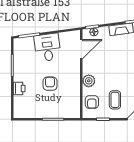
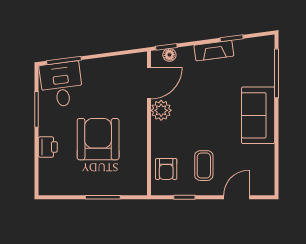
desk: (48, 47) -> (61, 84), moved
plant: (89, 81) -> (161, 110), moved
armchair: (50, 84) -> (98, 139), width x1.88, depth x1.88

